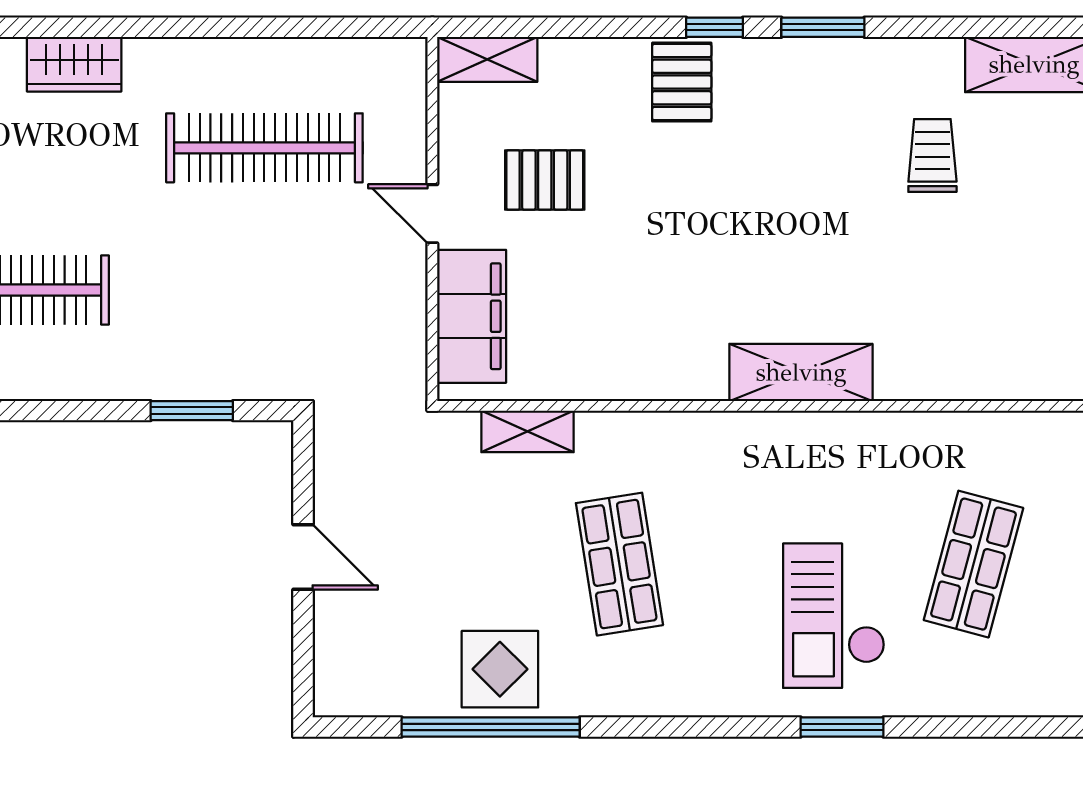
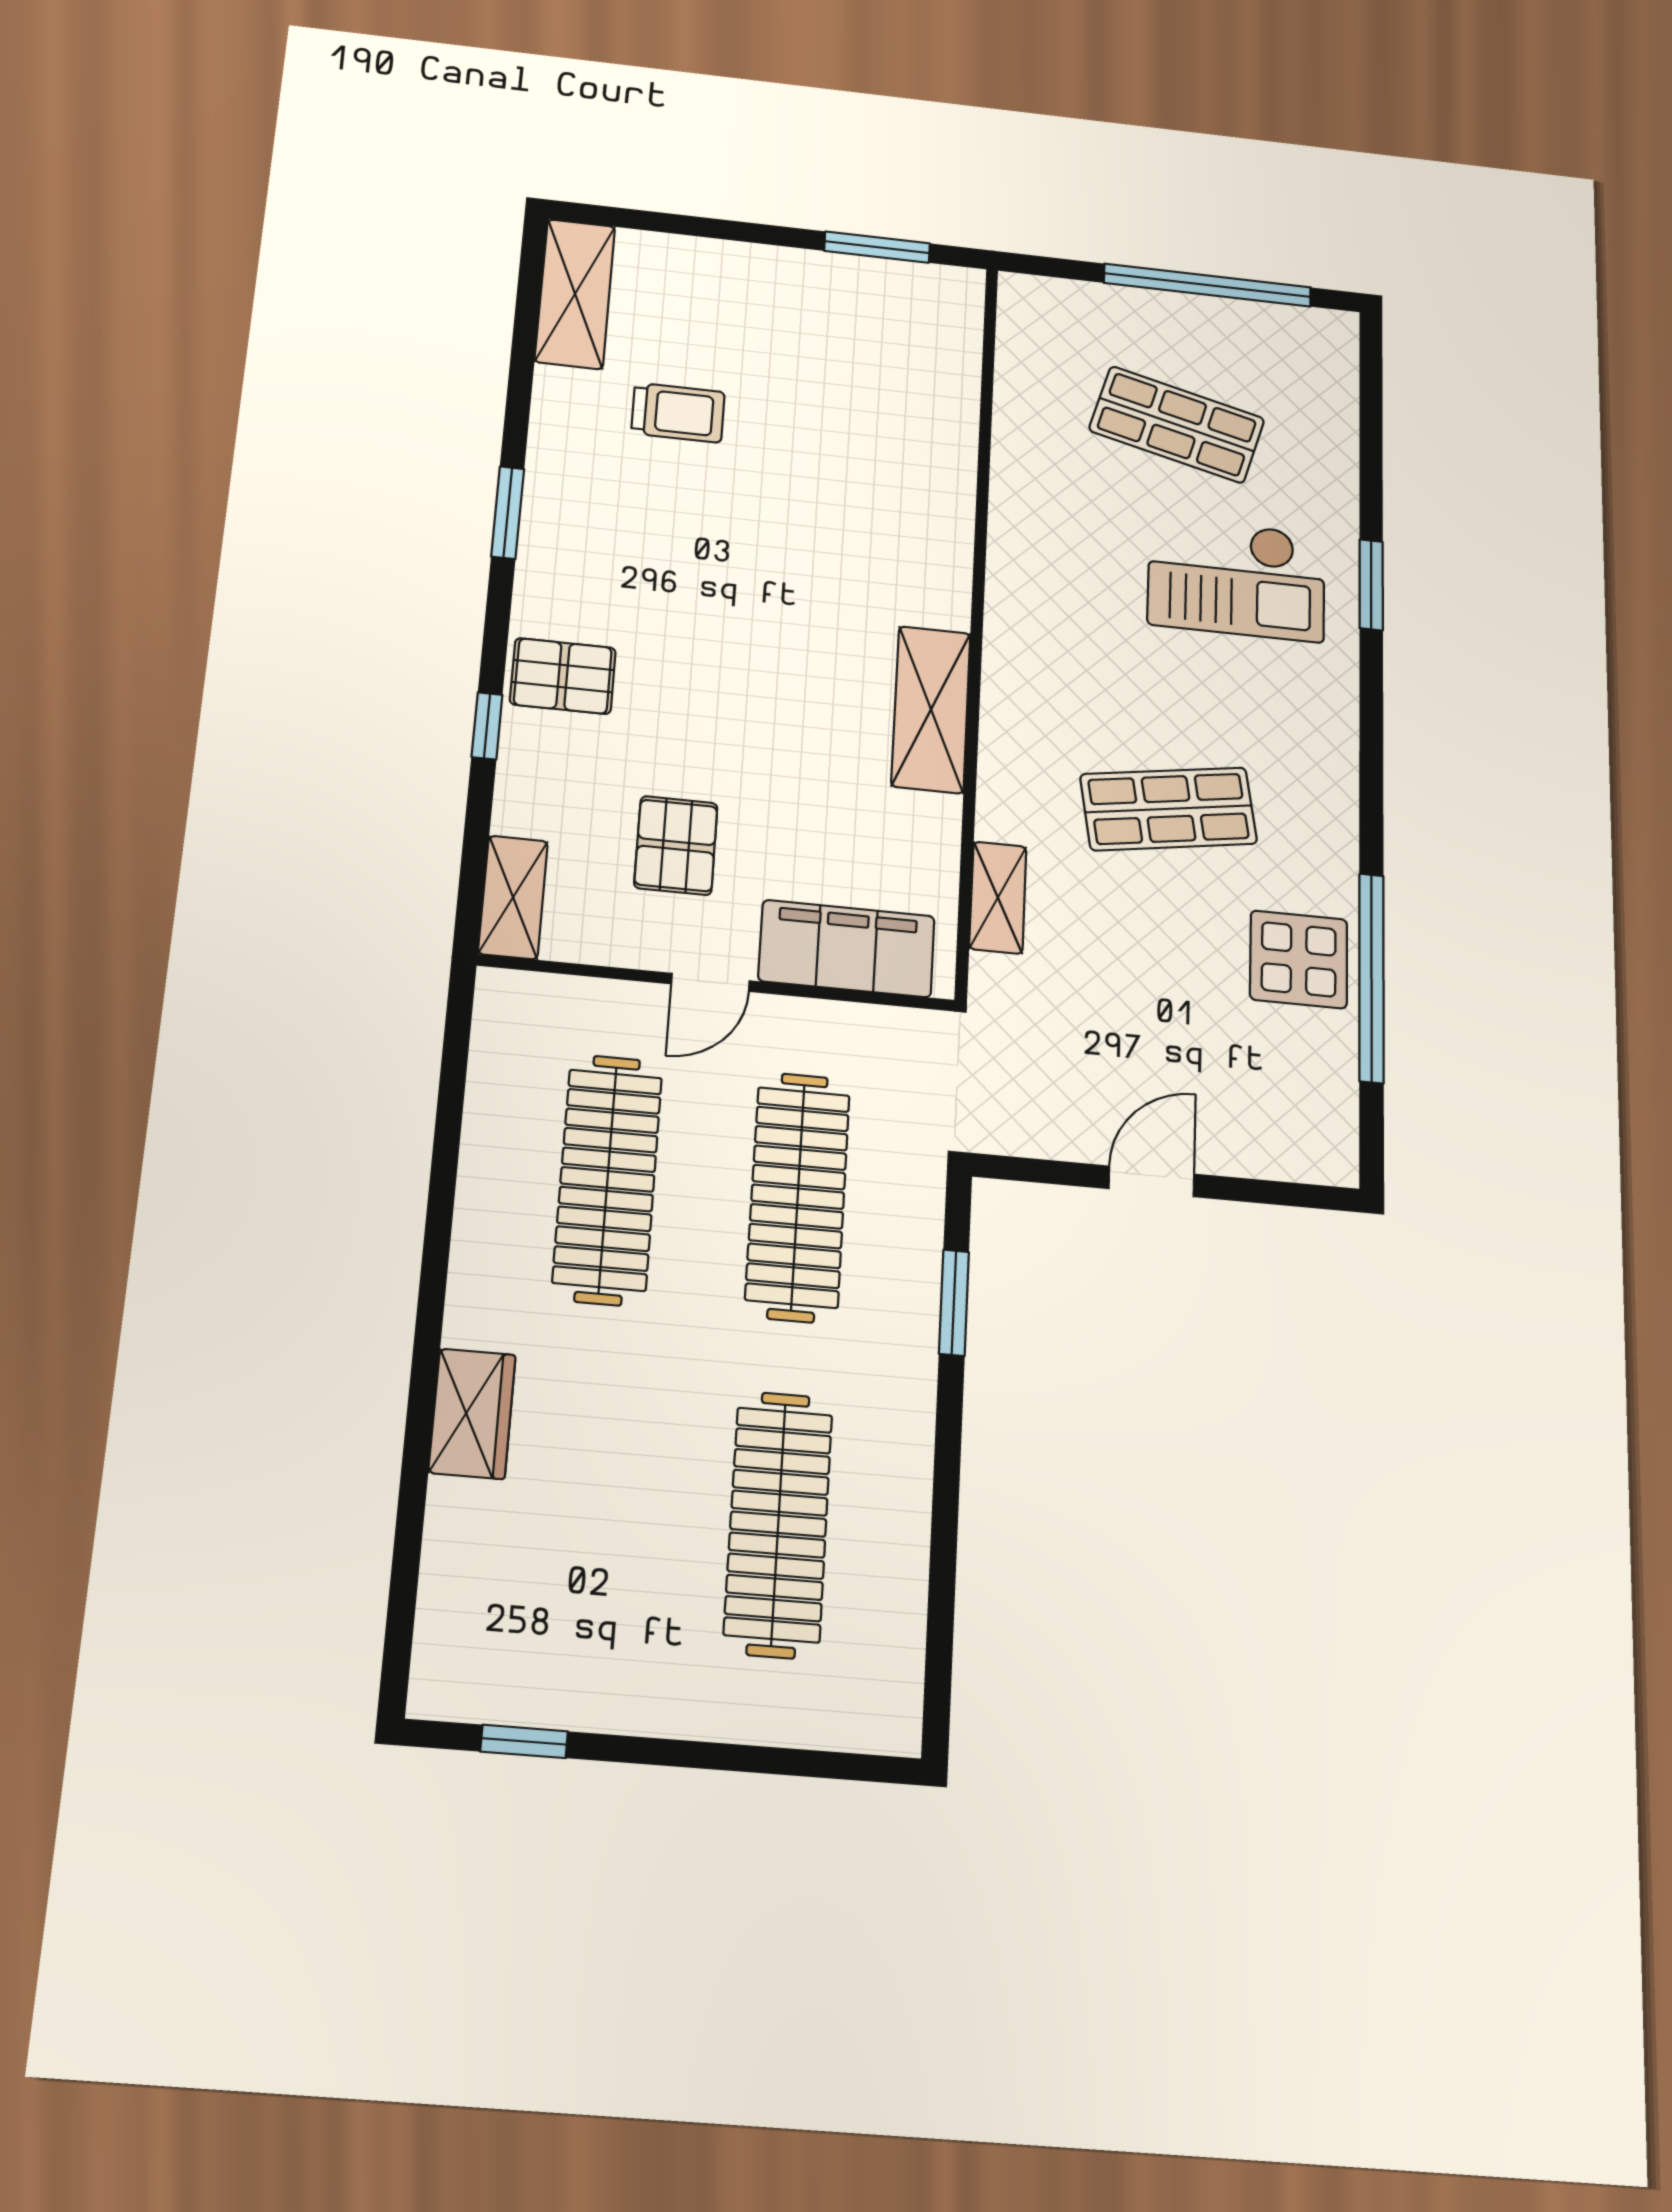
window: (715, 27) -> (487, 726), moved
trolley: (932, 155) -> (678, 413), turned 180
clothes rail: (264, 290) -> (798, 1197), added
shelving: (801, 372) -> (931, 709), moved

